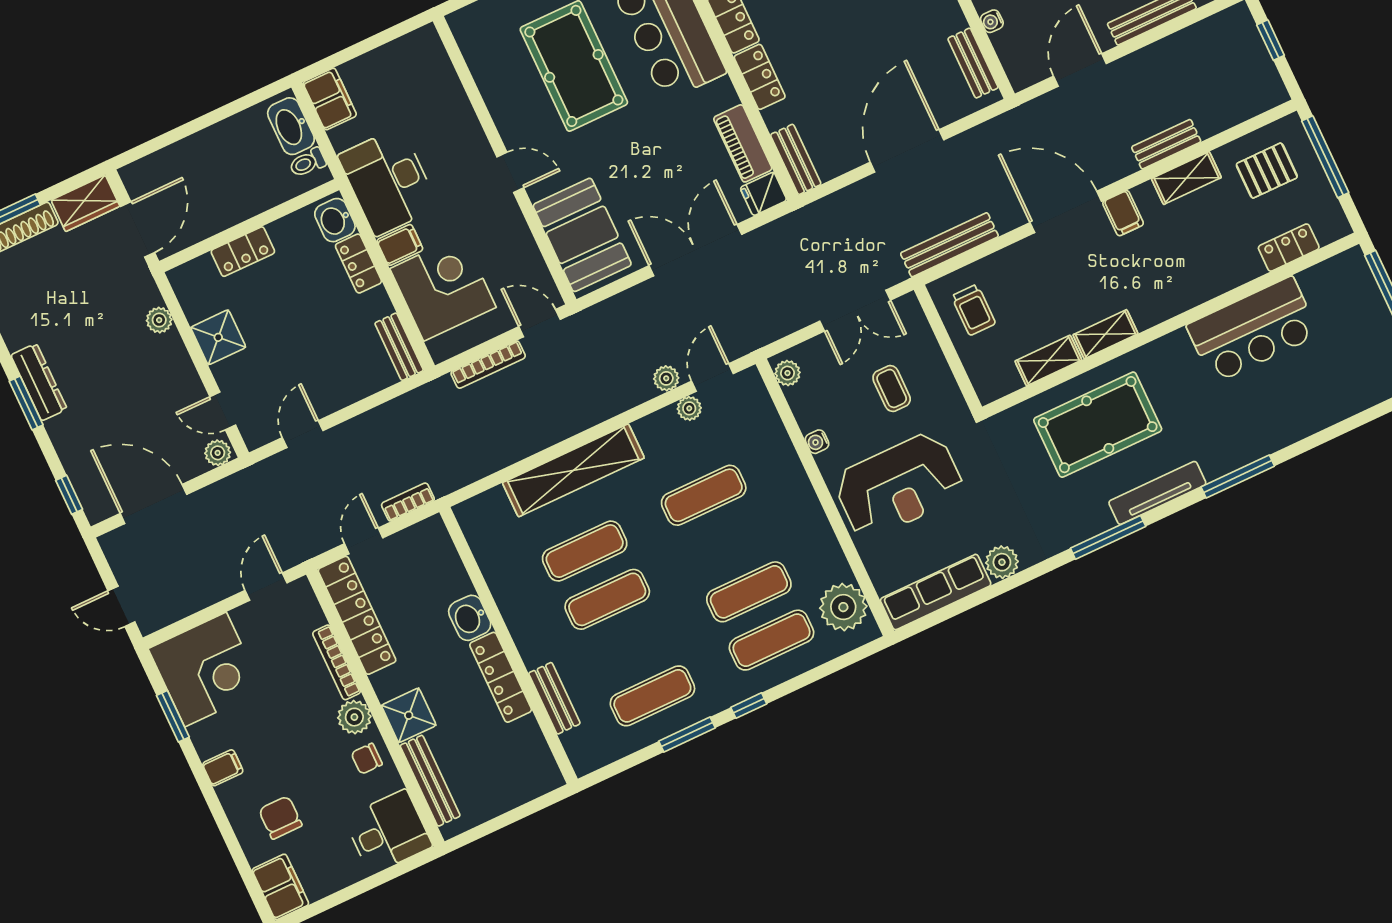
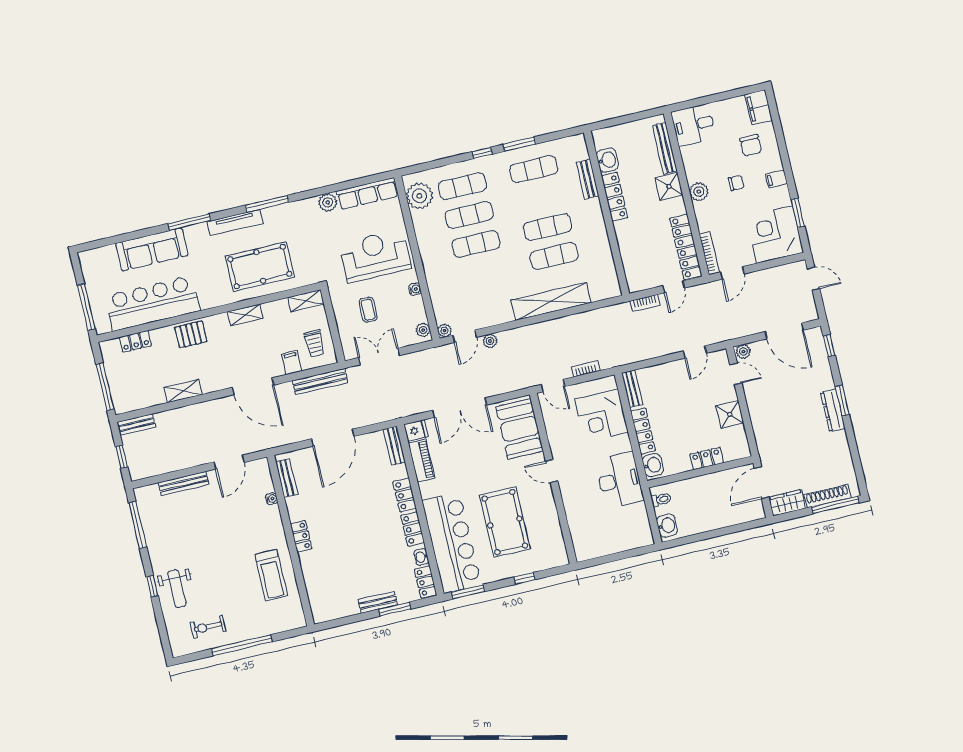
filing cabinet: (330, 99) -> (642, 532), removed
washbasin: (291, 126) -> (667, 525), width x0.72
bench: (1166, 144) -> (136, 425), moved
pallet: (1267, 171) -> (191, 334), moved
filing cabinet: (1123, 213) -> (292, 363), moved
filing cabinet: (400, 245) -> (620, 444), removed
locker: (358, 264) -> (643, 431), width x1.53
trolley: (973, 310) -> (315, 343), turned 180
plant: (159, 320) -> (760, 431), removed
bar counter: (1253, 330) -> (153, 303), width x1.36
shelving: (1048, 361) -> (306, 301), moved
bookcase: (488, 365) -> (586, 369), width x0.64
plant: (689, 408) -> (445, 331), moved
sofa: (1294, 415) -> (152, 249), added
exercise mat: (704, 495) -> (476, 244), moved
washbasin: (470, 618) -> (607, 160), moved
bookcase: (337, 662) -> (709, 253), moved
chair: (367, 759) -> (736, 183), moved

